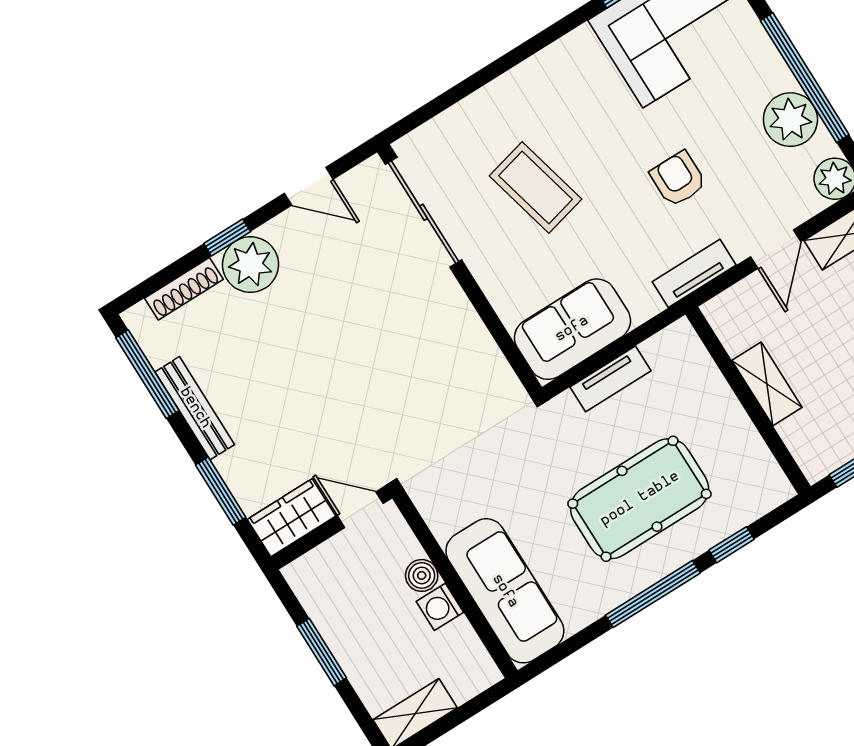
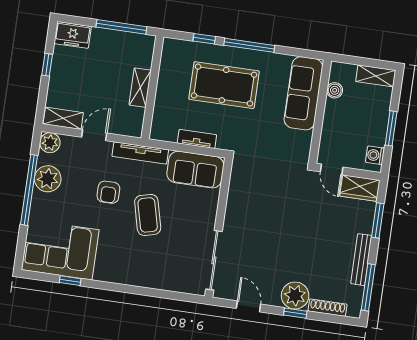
coffee table: (535, 187) -> (148, 215), moved
tv unit: (694, 273) -> (140, 153), width x1.41
boiler: (422, 575) -> (335, 90), moved
washing machine: (440, 607) -> (375, 155), moved, turned 180

